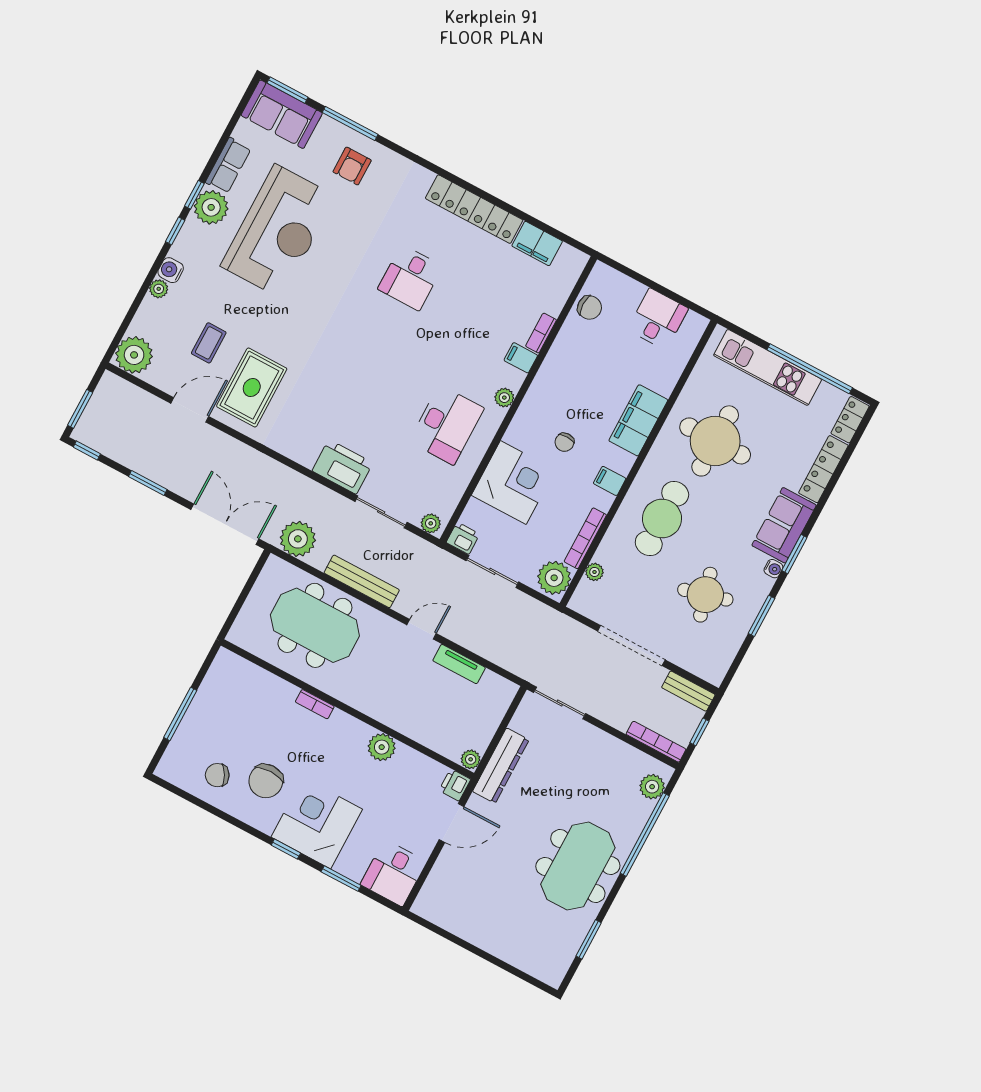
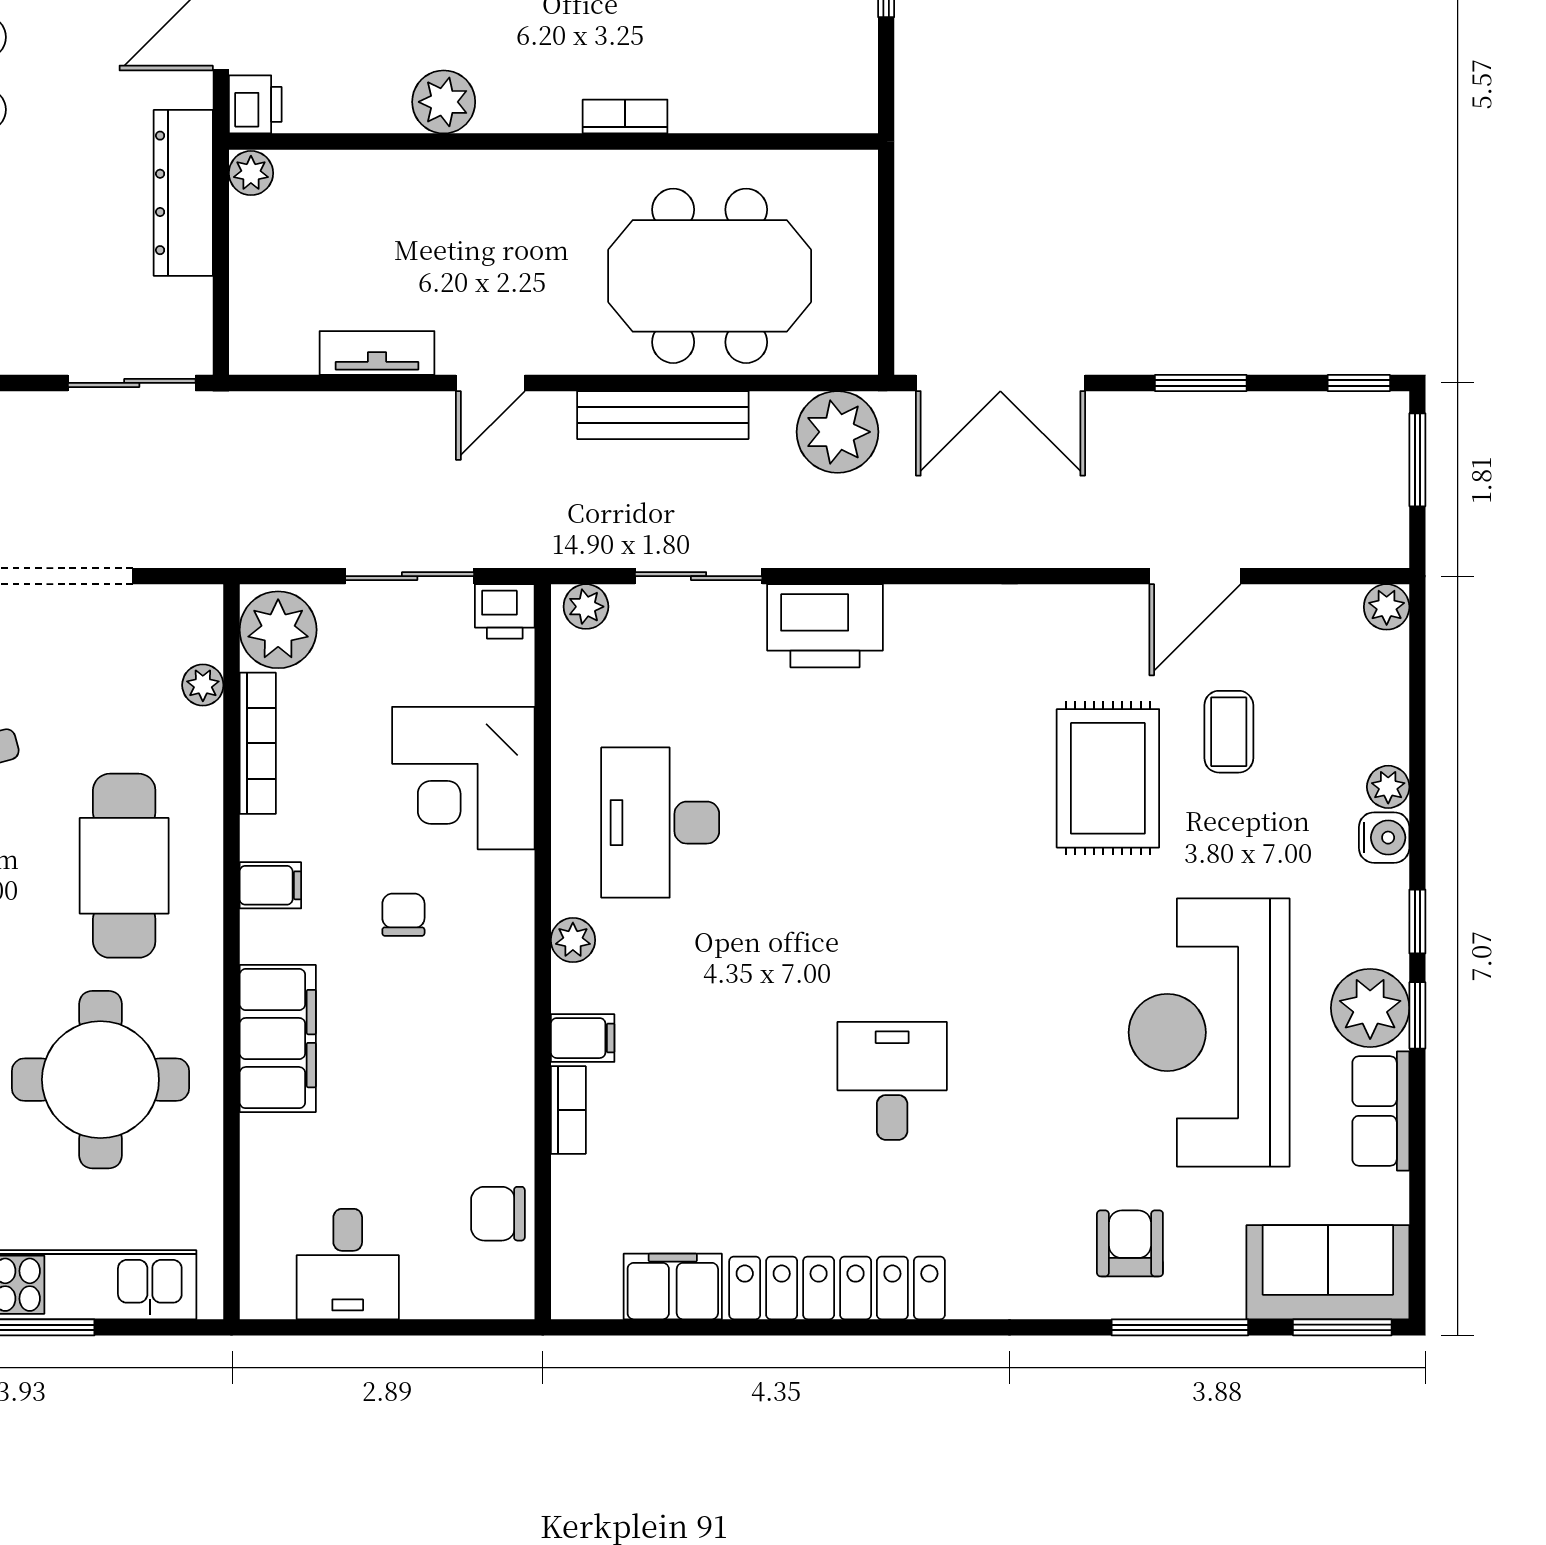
plant: (134, 355) -> (1387, 607), width x0.53, depth x0.53
rug: (252, 387) -> (1108, 778), moved

